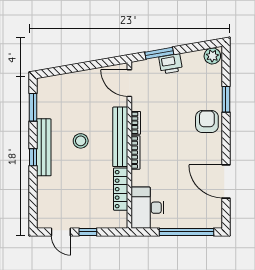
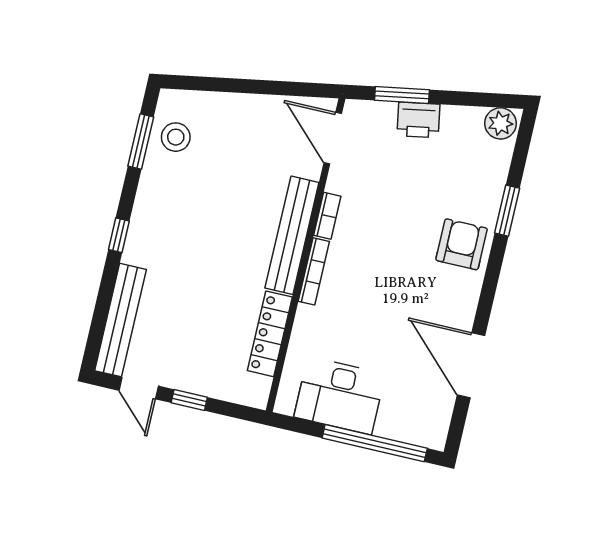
stool: (81, 141) -> (176, 137), moved
bench: (44, 147) -> (121, 320), moved
desk: (147, 208) -> (340, 396), moved, turned -90

